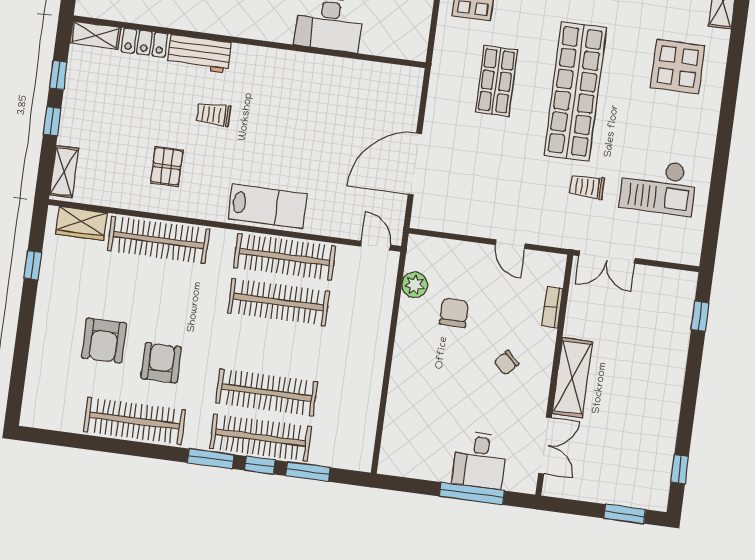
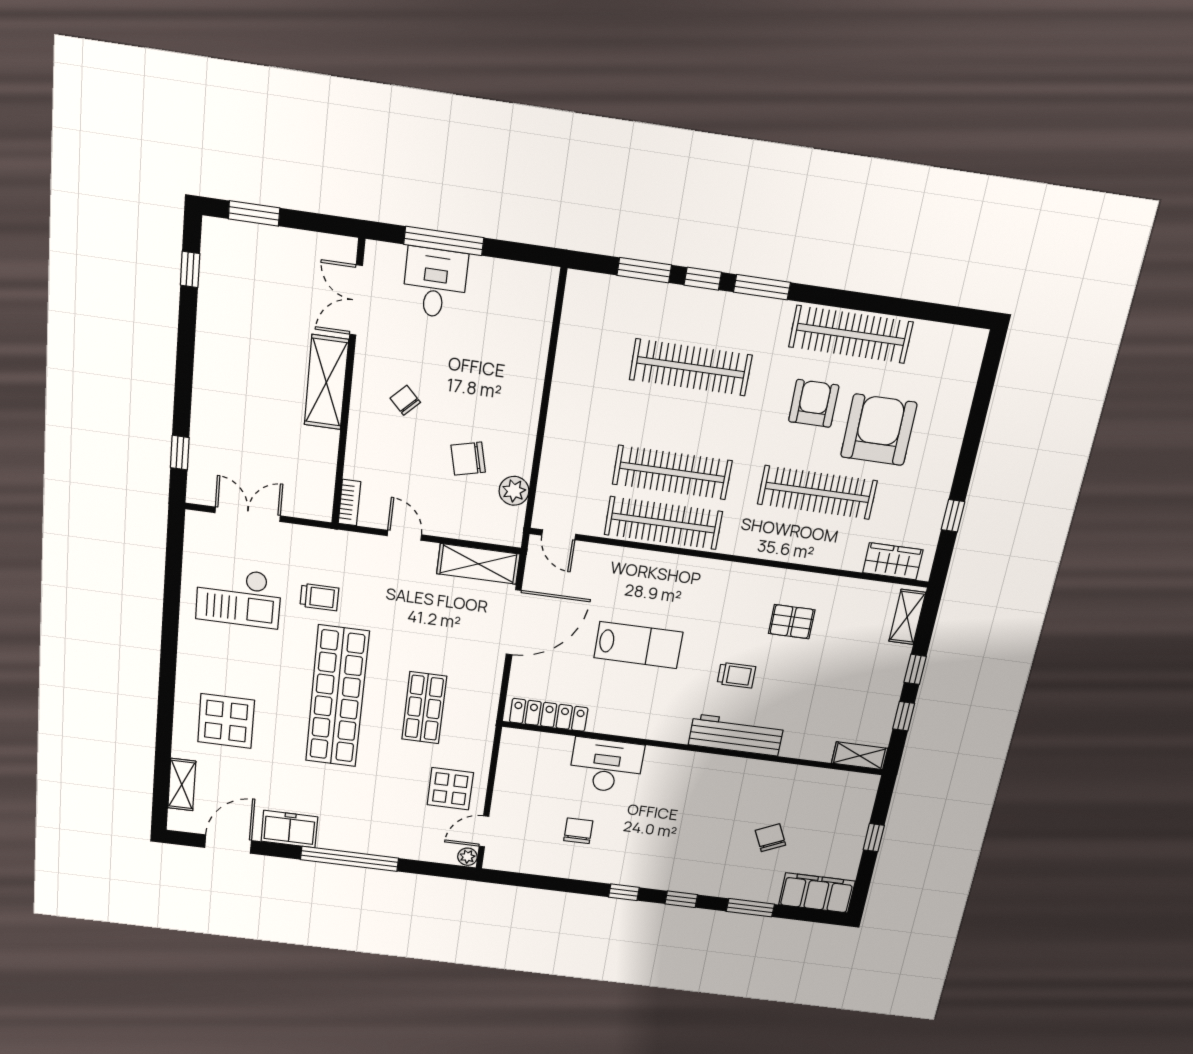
locker: (144, 43) -> (549, 715), moved, width x1.53
workbench: (199, 54) -> (736, 735), width x1.37
pallet: (167, 166) -> (792, 622), turned 90
checkout: (658, 186) -> (239, 597), turned 180
lab bench: (268, 206) -> (638, 645), moved, turned 180
shelving: (446, 218) -> (478, 564), added
clothes rail: (158, 240) -> (817, 492), moved
double door: (607, 257) -> (248, 514), moved
bookcase: (552, 307) -> (349, 503), moved
chair: (454, 313) -> (468, 459), turned 76
armchair: (104, 340) -> (879, 430), width x1.36, depth x1.36
armchair: (161, 363) -> (814, 403), turned 180
chair: (506, 363) -> (405, 400), turned -87
clothes rail: (261, 438) -> (700, 313), removed

